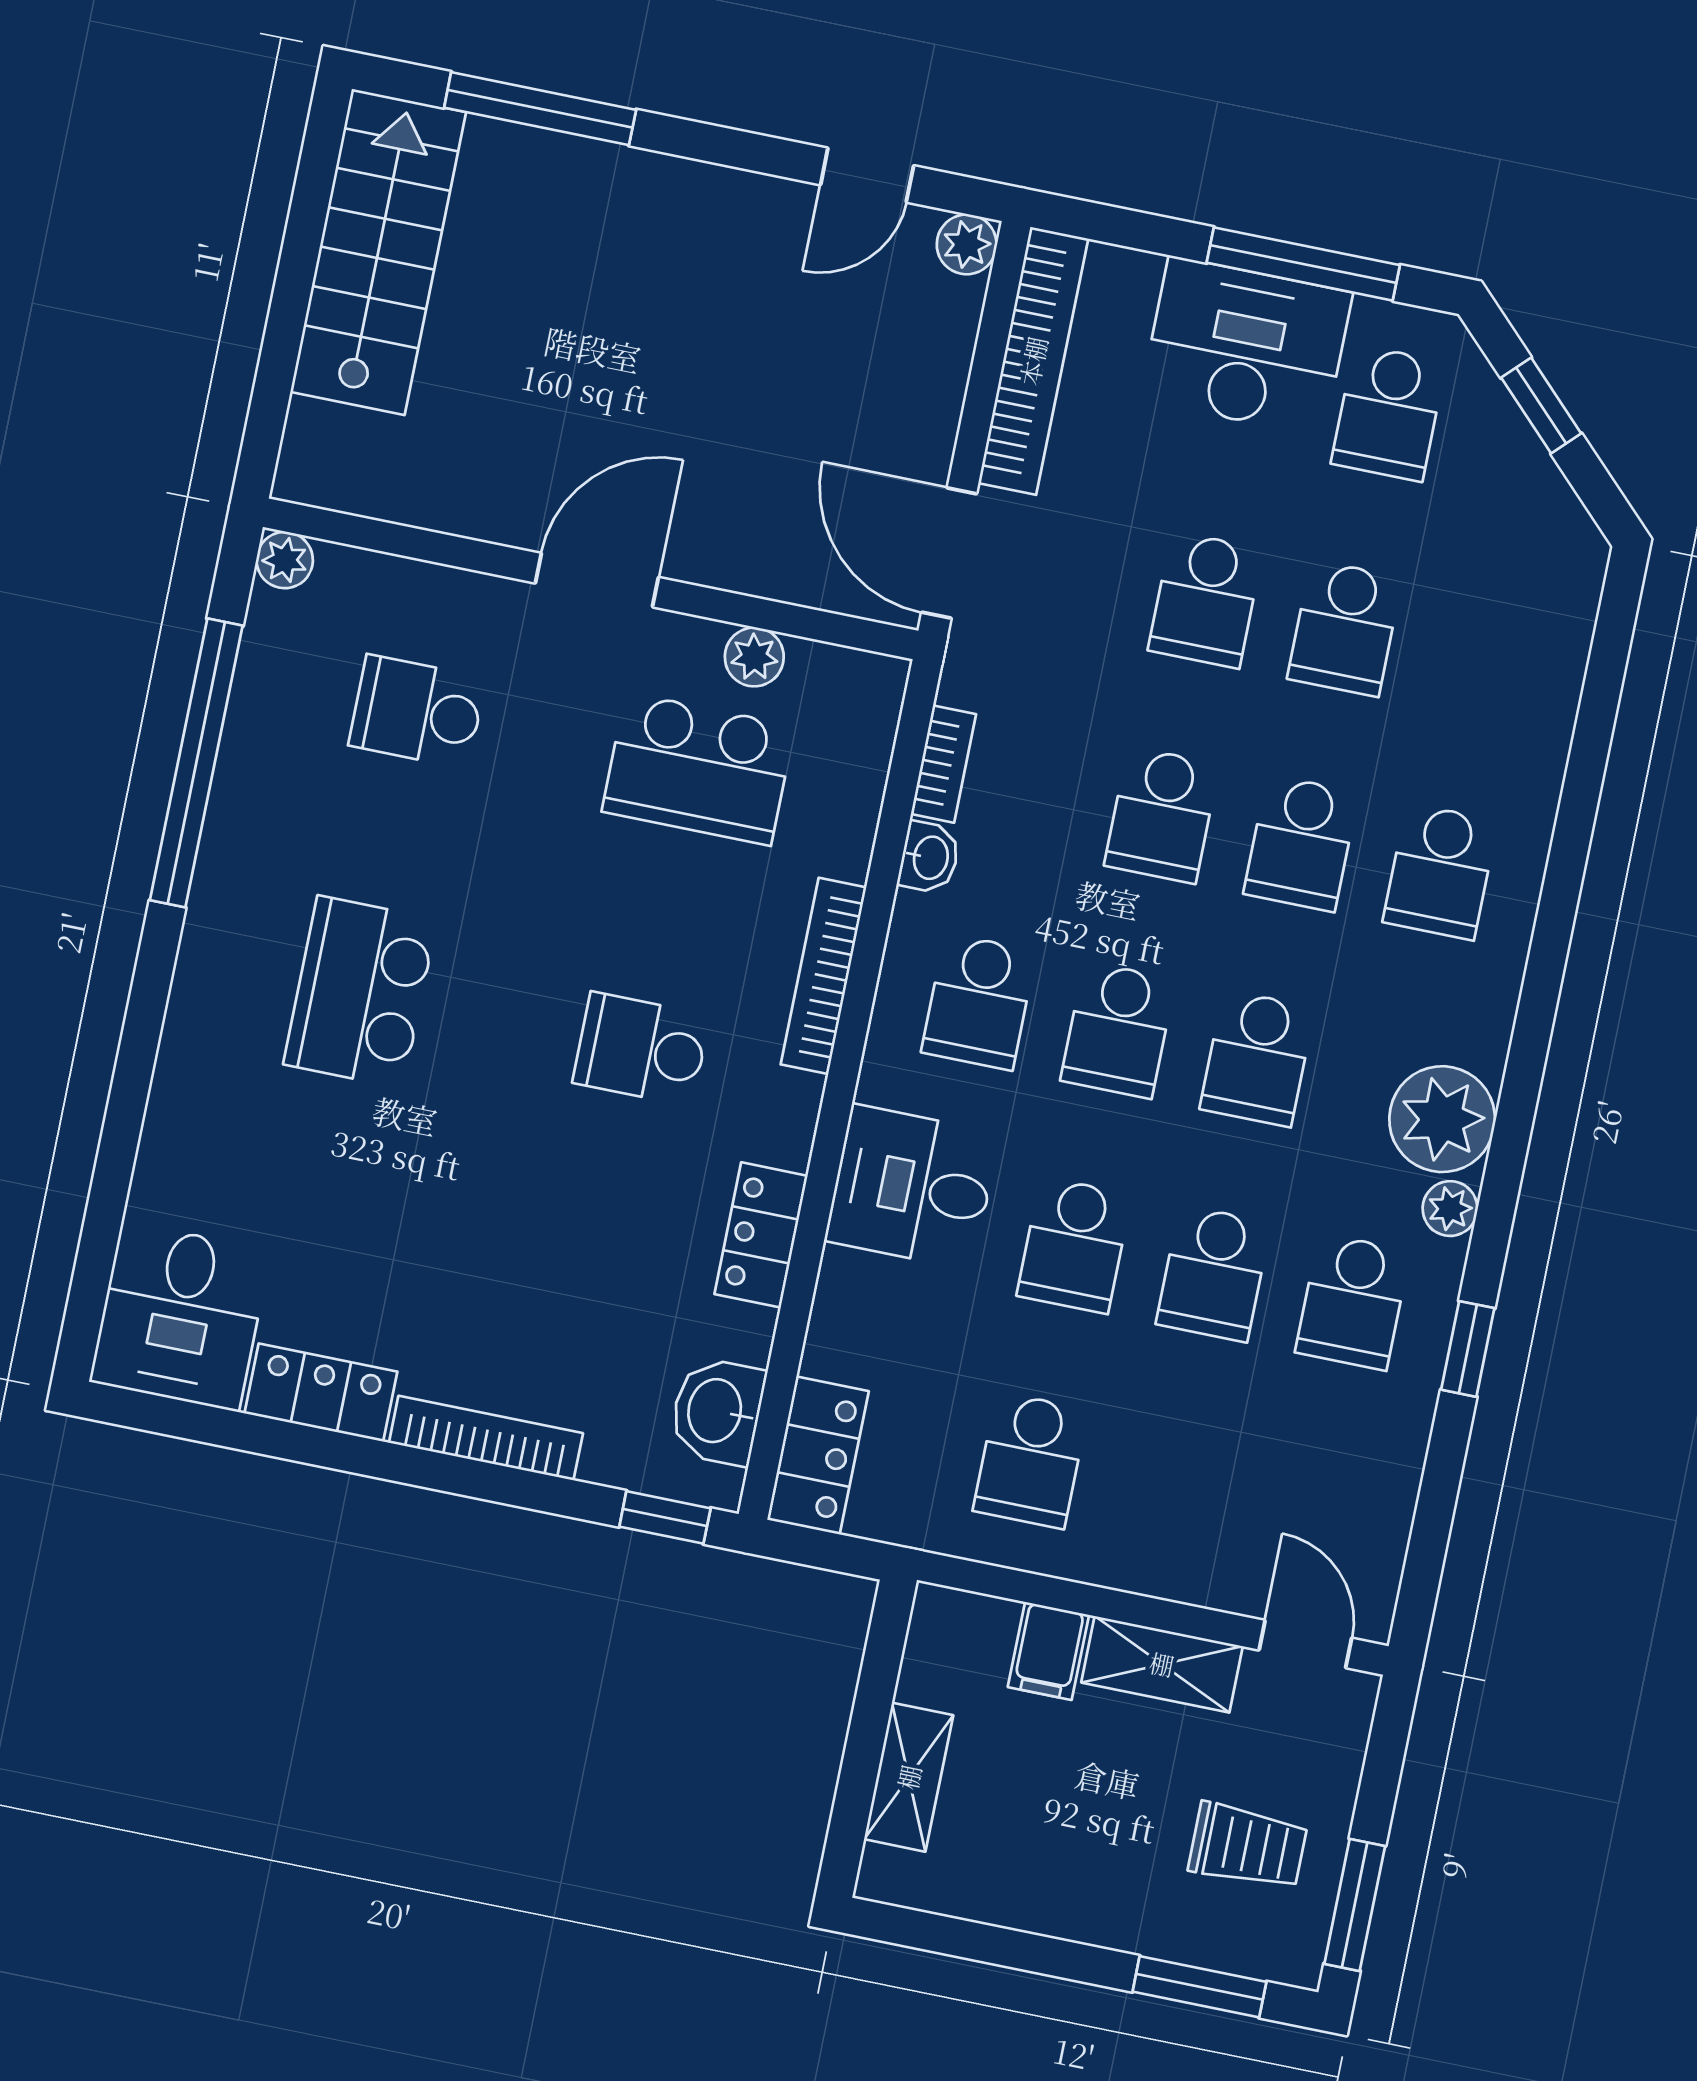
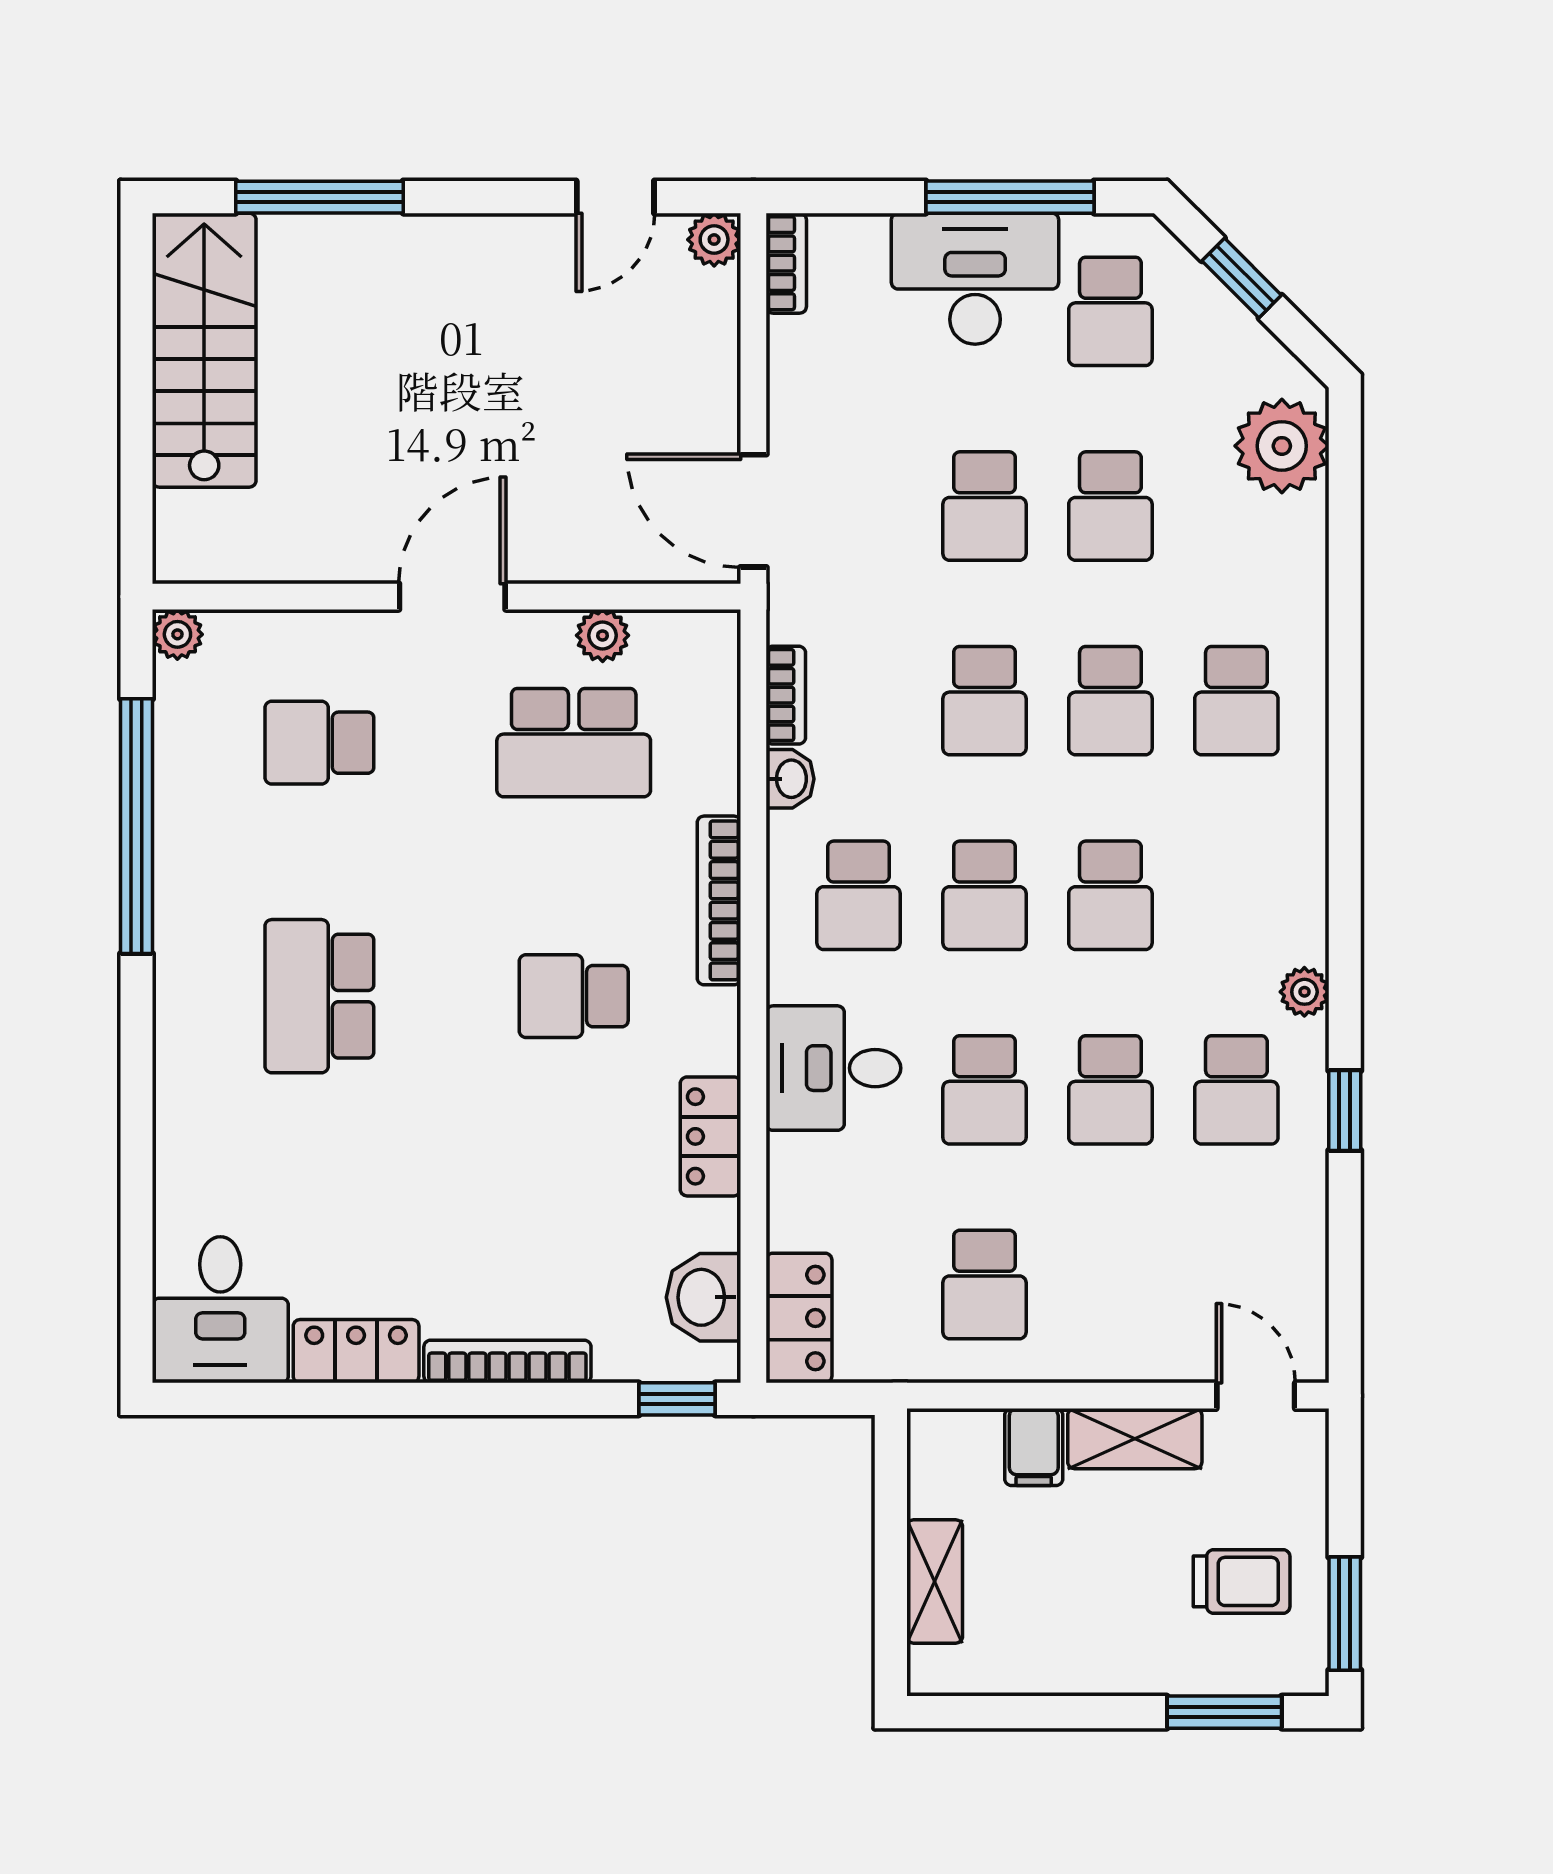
bookcase: (1033, 361) -> (786, 263), width x0.43, depth x0.76
plant: (1442, 1119) -> (1282, 446), moved

